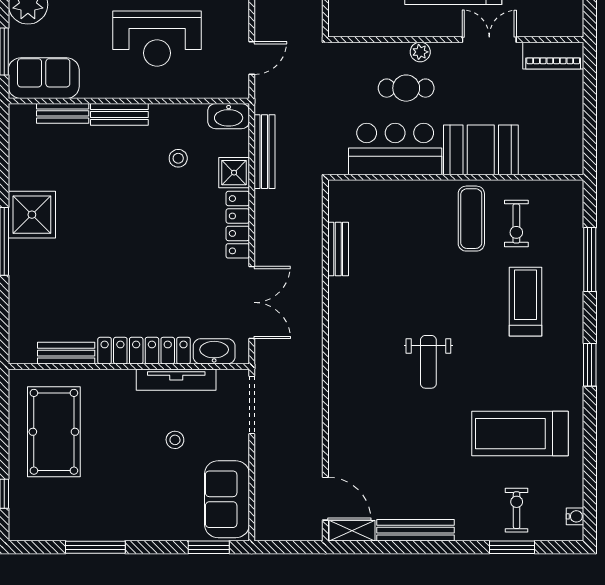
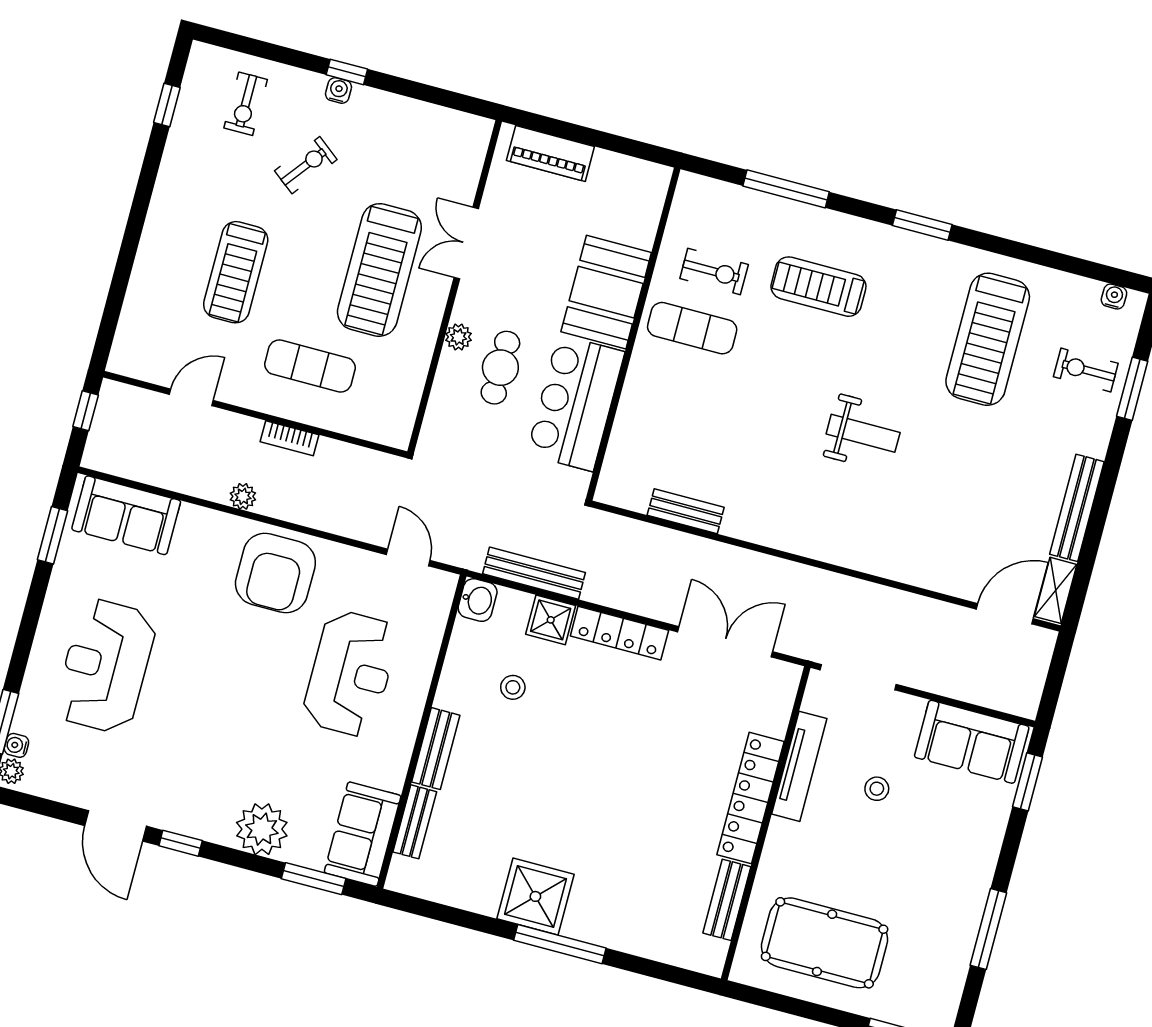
piano: (553, 56) -> (550, 154), moved, turned 90
washbasin: (229, 116) -> (478, 600), width x0.72
washbasin: (214, 351) -> (776, 707), removed

